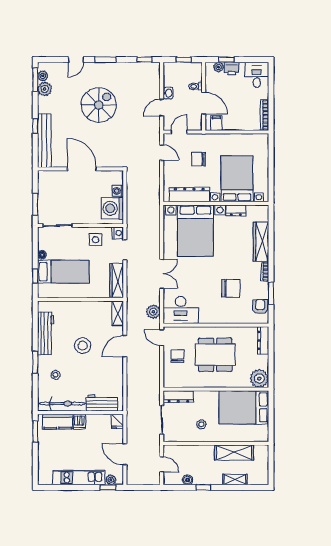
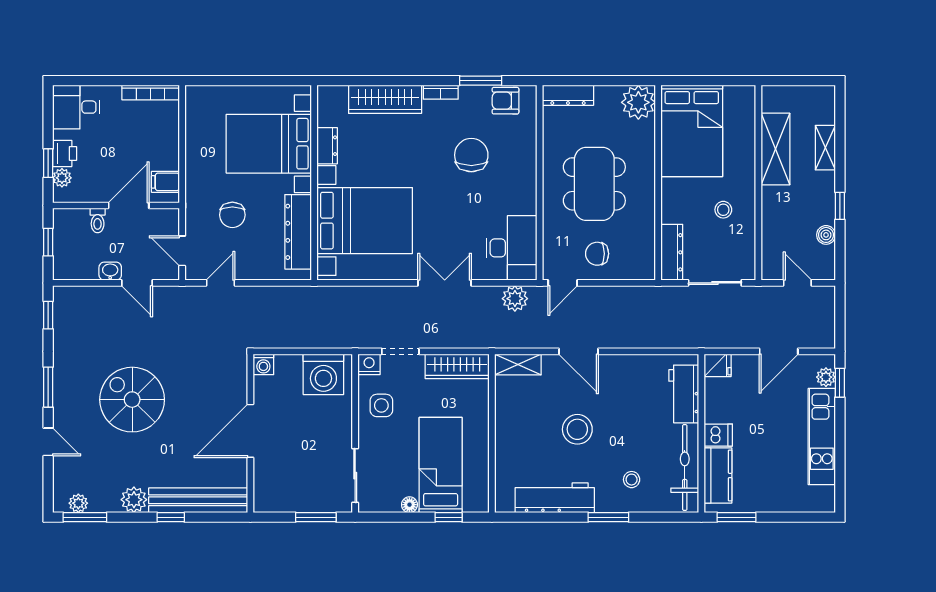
plant: (45, 89) -> (134, 500), moved
washing machine: (118, 191) -> (263, 364), moved
door: (162, 464) -> (797, 283), hinge flipped

